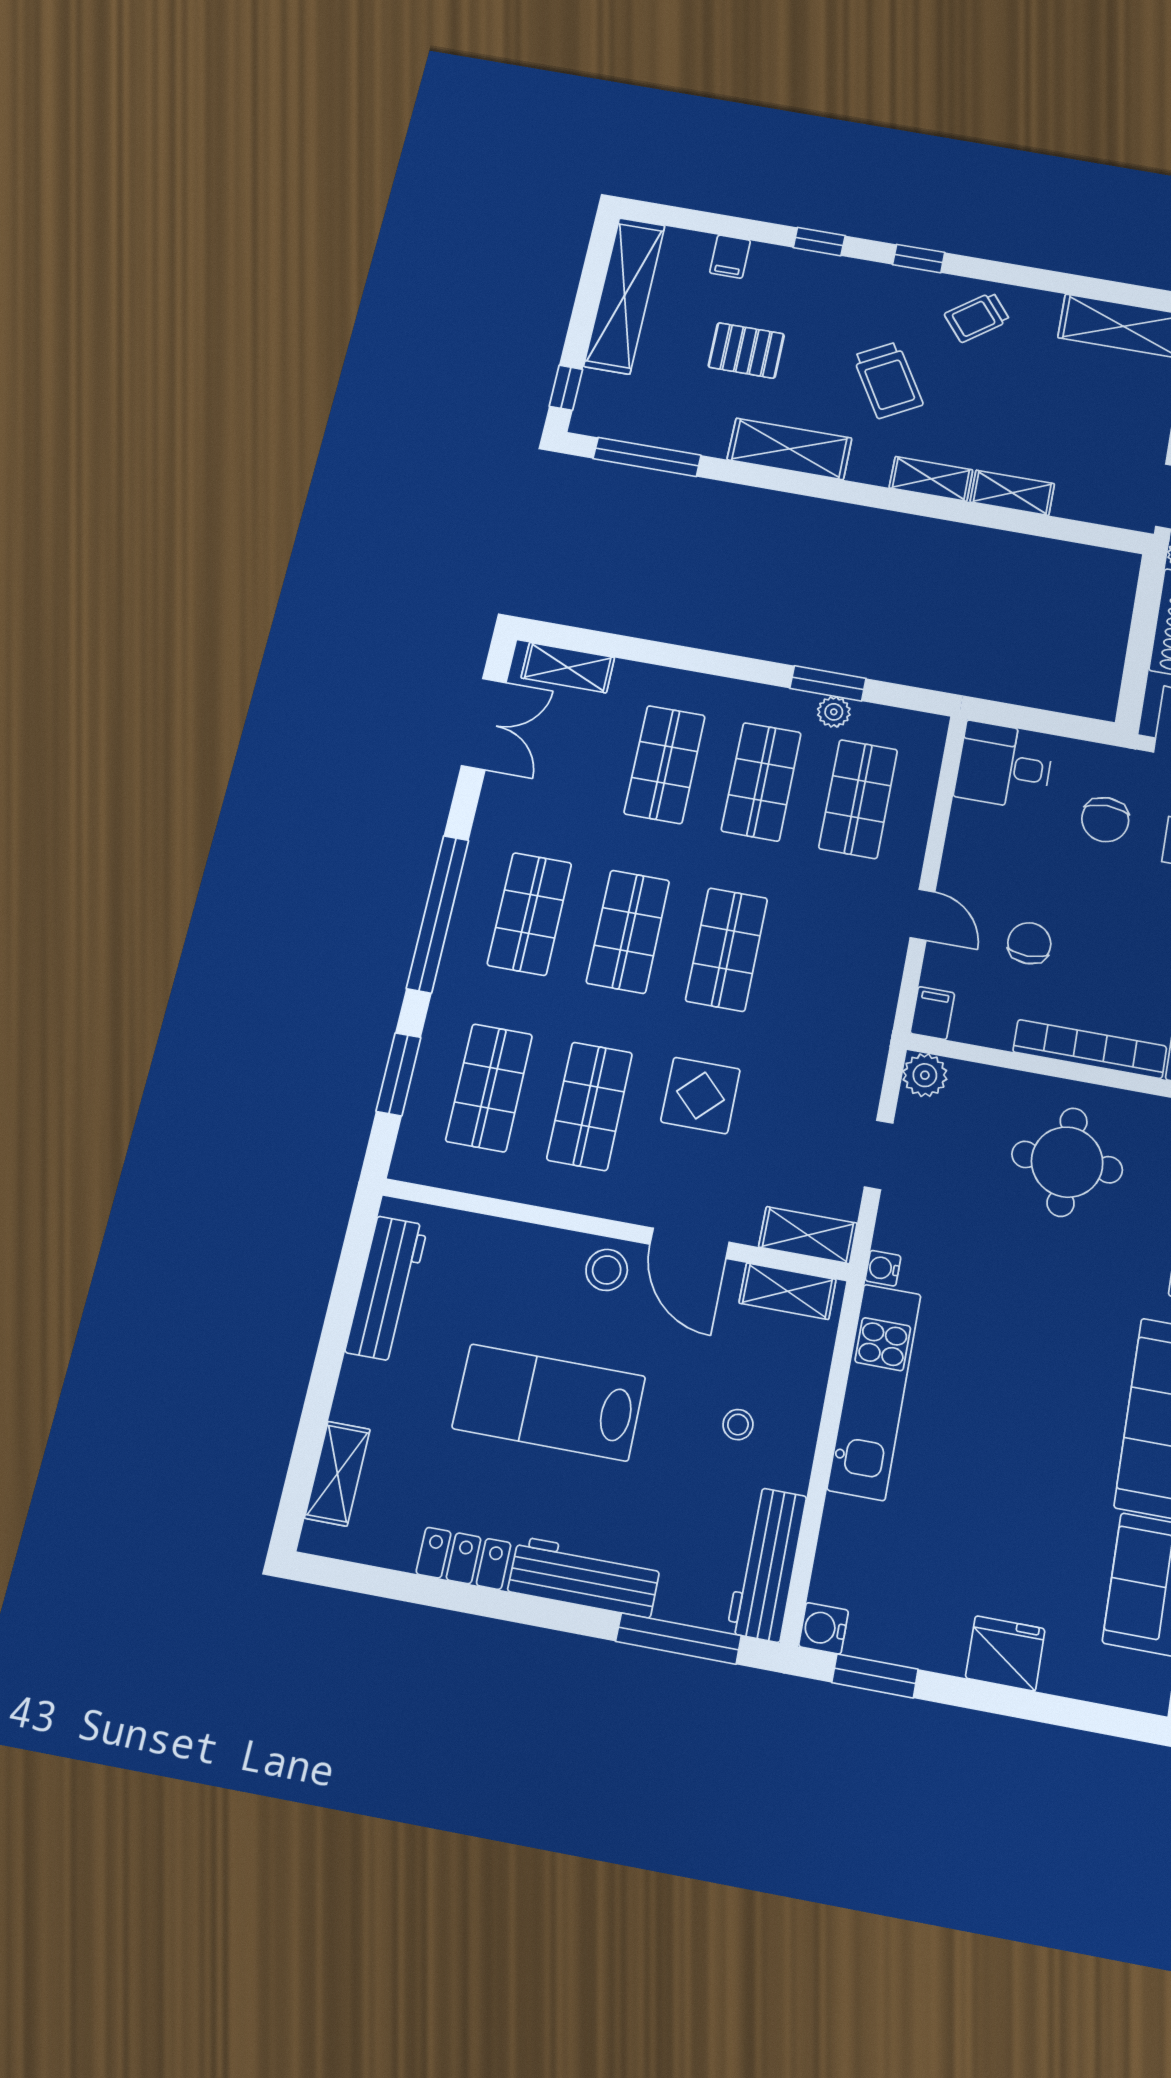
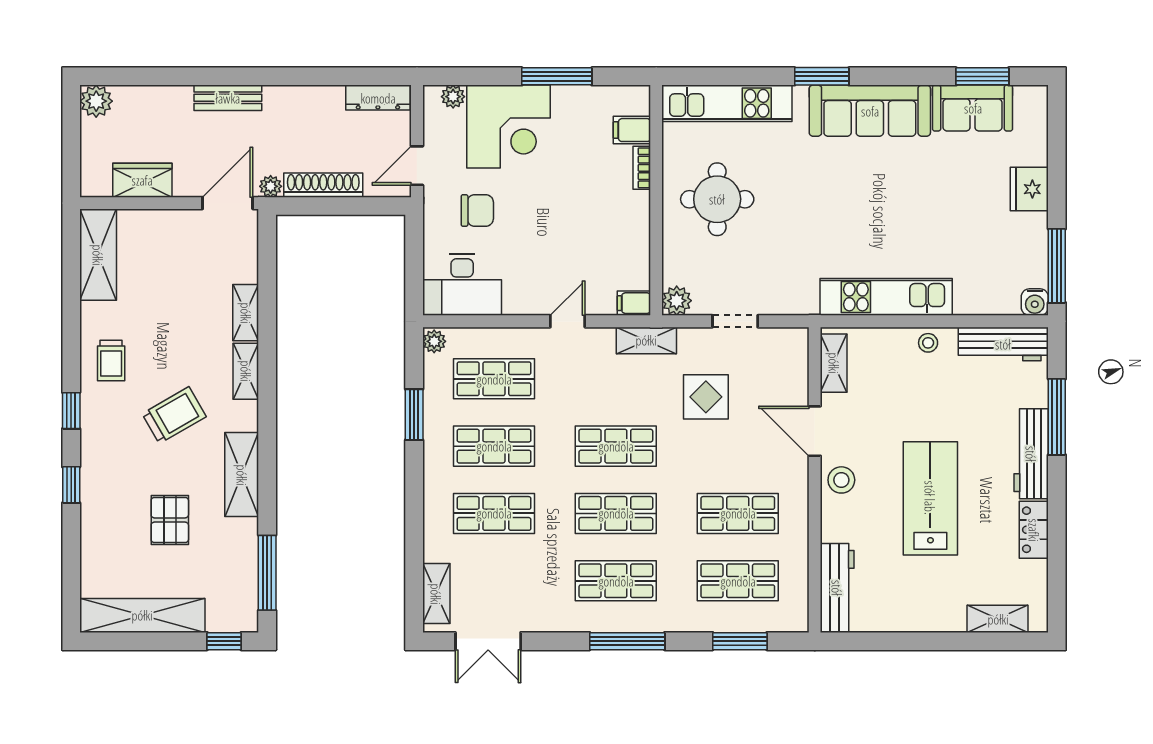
filing cabinet: (730, 257) -> (96, 547), removed
trolley: (977, 317) -> (111, 361), turned 38
plant: (834, 712) -> (434, 341), moved
double door: (484, 724) -> (488, 641), swing flipped
desk: (1004, 766) -> (462, 285), width x1.37
window: (438, 914) -> (627, 641), width x0.68
chair: (1029, 943) -> (574, 247), removed
bookcase: (1090, 1049) -> (642, 168), width x0.43, depth x0.76
display table: (700, 1095) -> (706, 397), moved
shelving: (808, 1235) -> (646, 340), moved, turned 90
door: (690, 1243) -> (815, 431), swing flipped
water cooler: (883, 1268) -> (808, 305), removed
workbench: (387, 1288) -> (837, 588), moved, turned 90
lab bench: (549, 1402) -> (930, 498), turned 180
stool: (738, 1425) -> (928, 343), moved
window: (679, 1639) -> (1057, 417), moved
window: (875, 1676) -> (1057, 266), width x1.44

